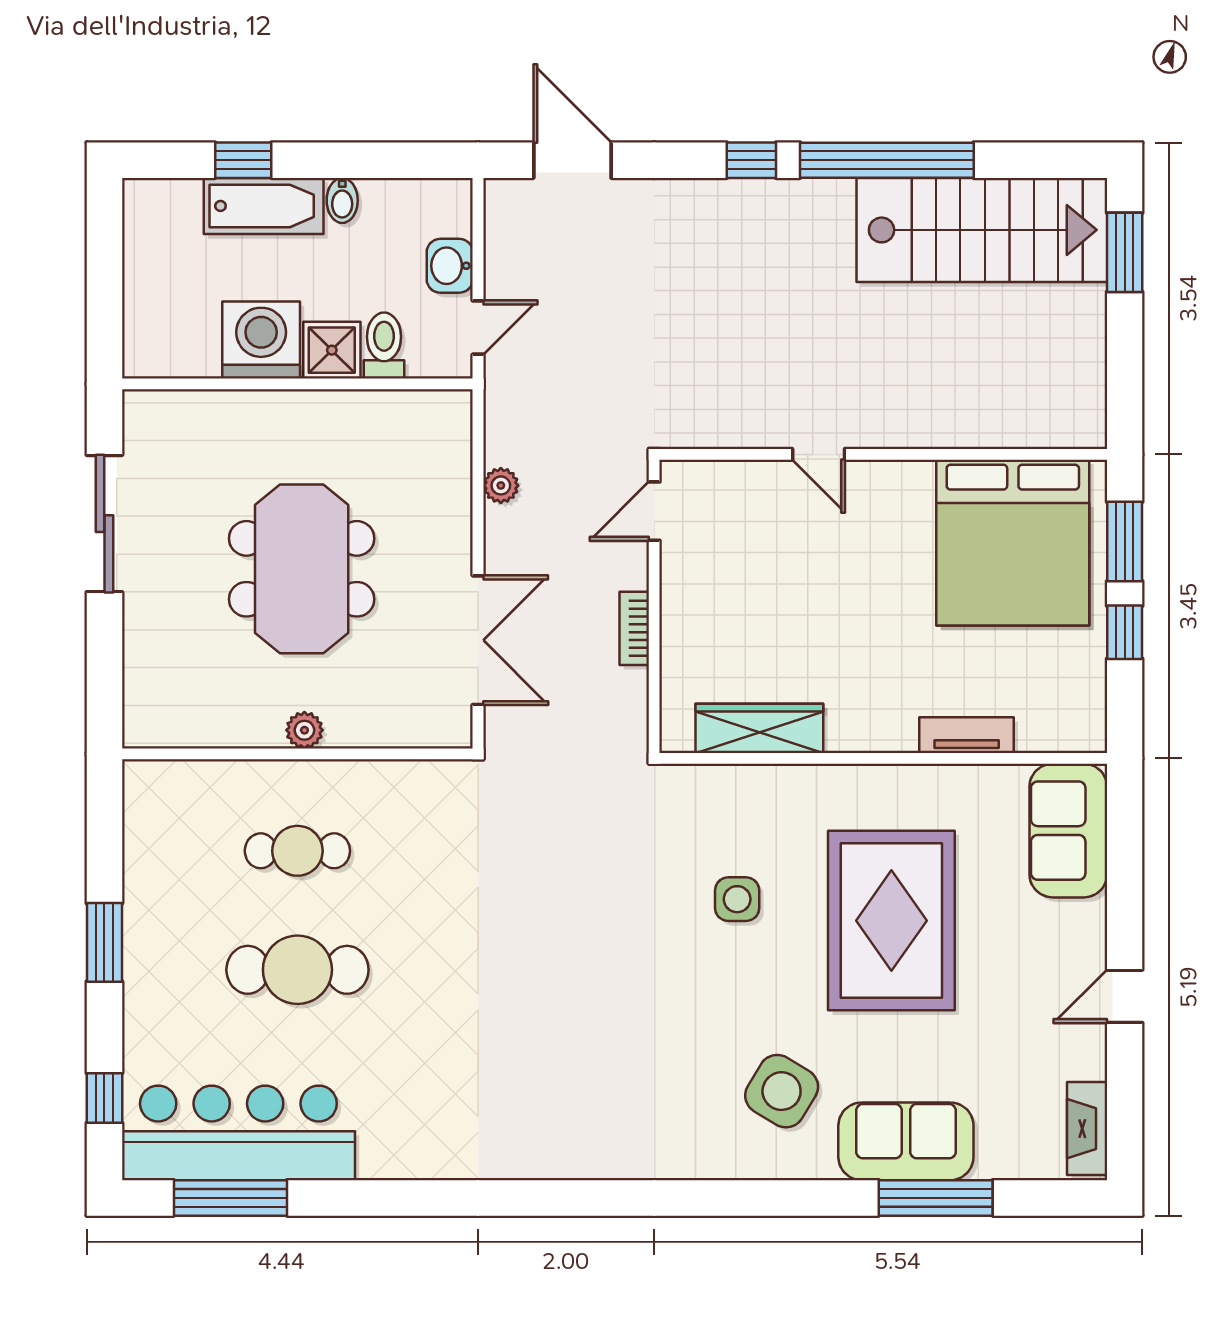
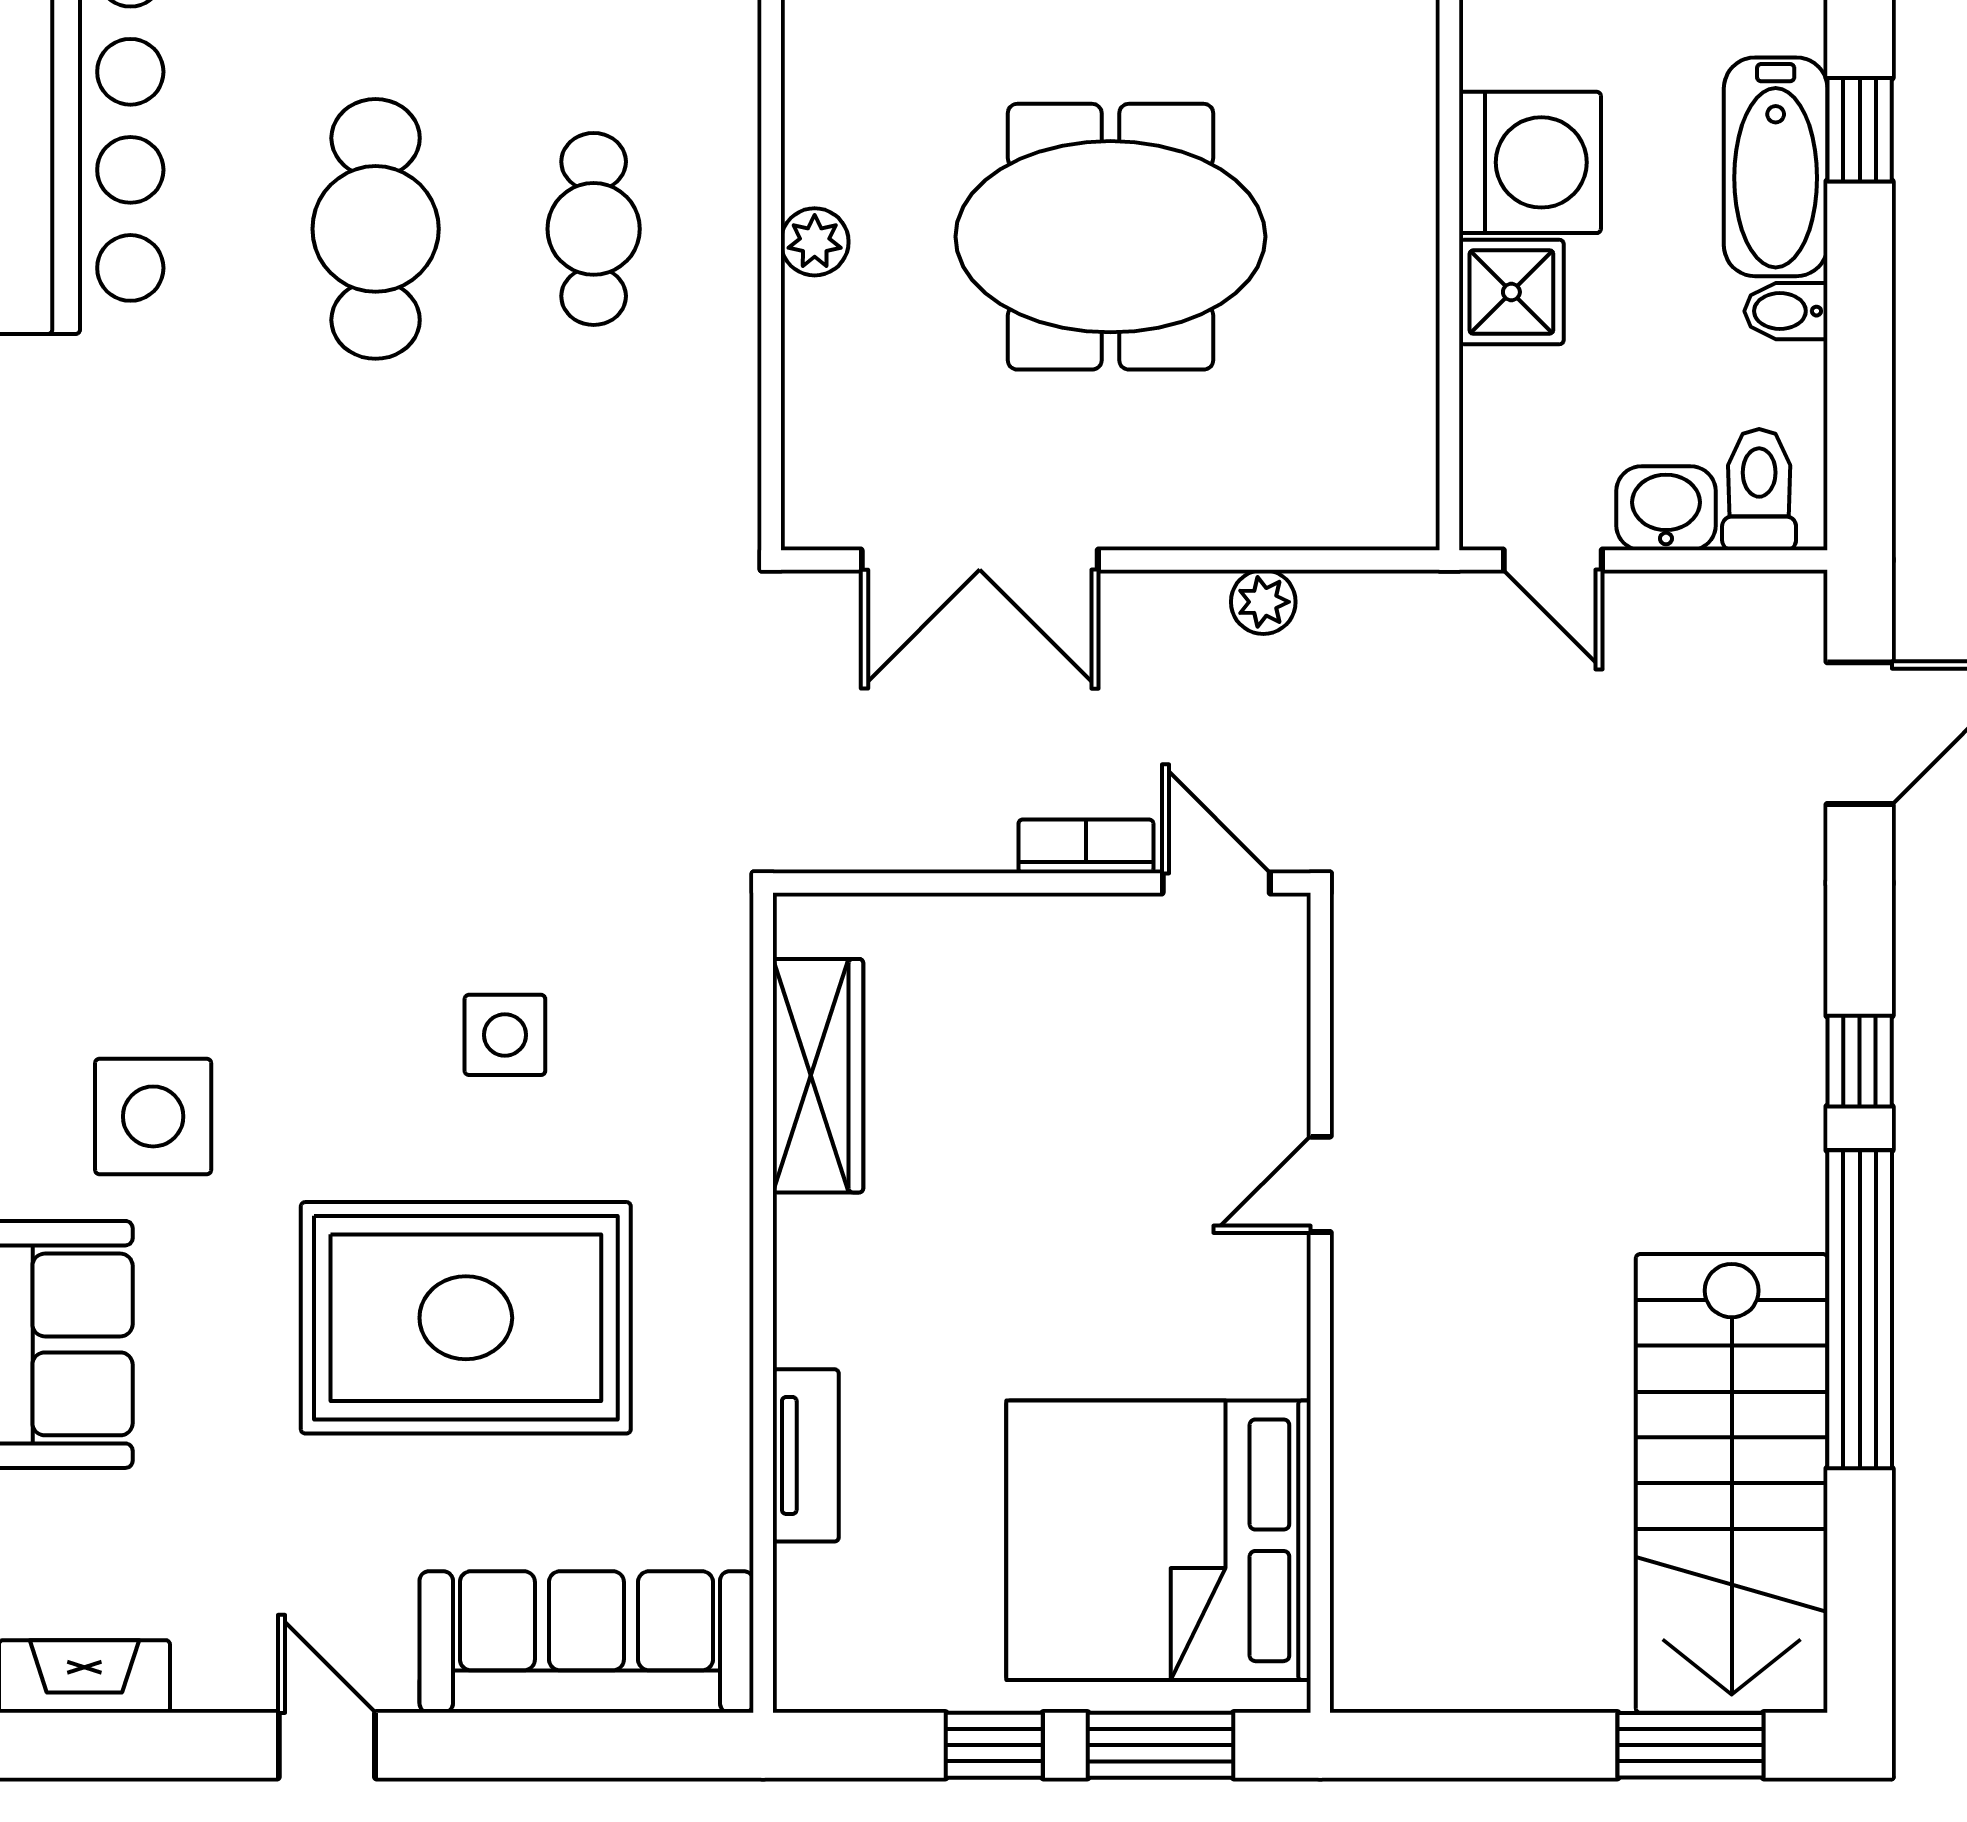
toilet: (384, 346) -> (1759, 490), moved, turned -90
bookcase: (634, 628) -> (1086, 846), moved
sofa: (1068, 831) -> (586, 1642), width x1.36
side table: (782, 1091) -> (153, 1116), turned -31

